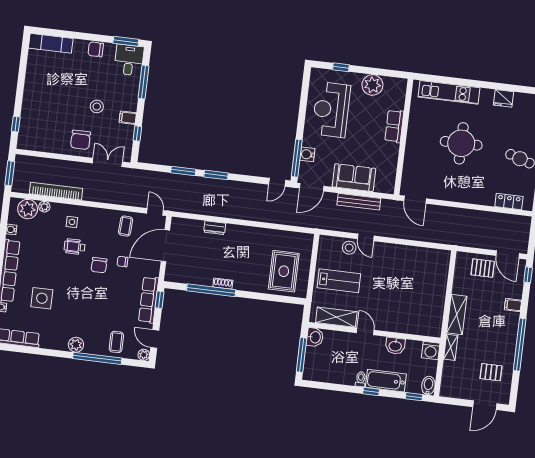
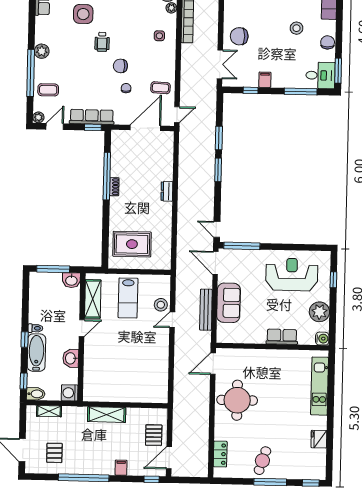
stool: (97, 107) -> (297, 28), moved
round table: (461, 143) -> (237, 400), moved
water cooler: (307, 154) -> (322, 339), moved, turned 90
dresser: (215, 228) -> (167, 191), moved
door: (165, 246) -> (145, 128), hinge flipped
wheelchair: (75, 247) -> (102, 42), moved, turned 180
shelving: (451, 347) -> (49, 411), moved

